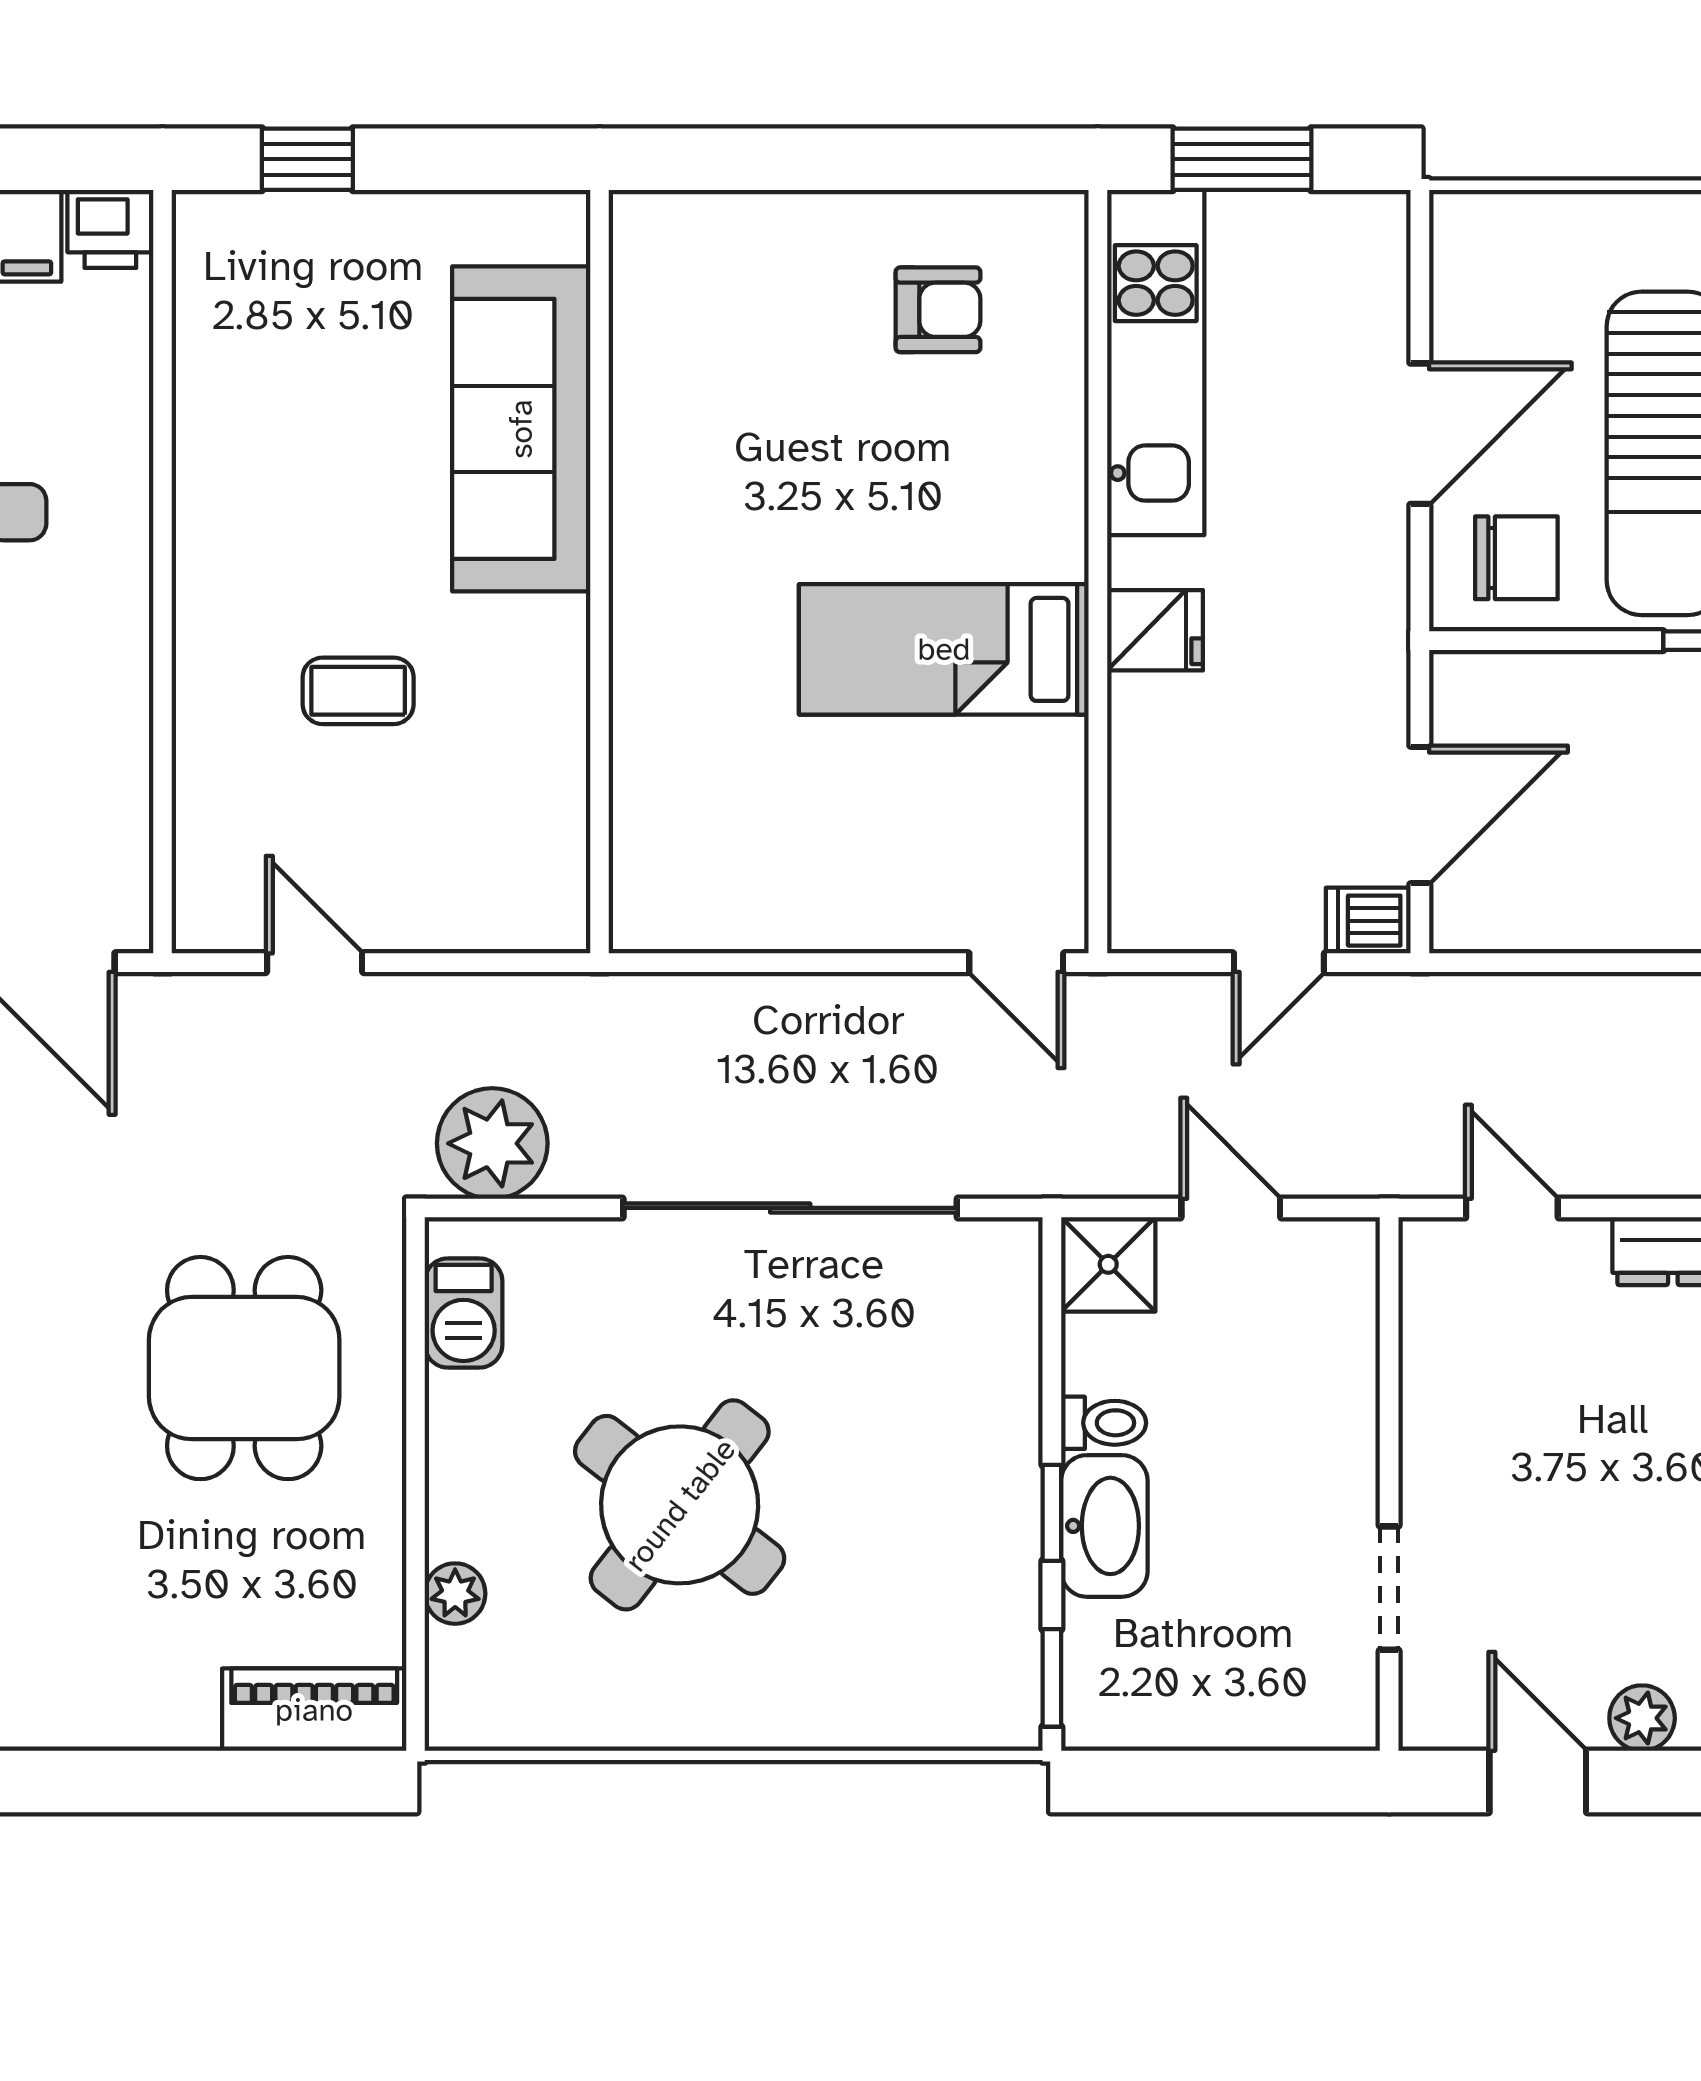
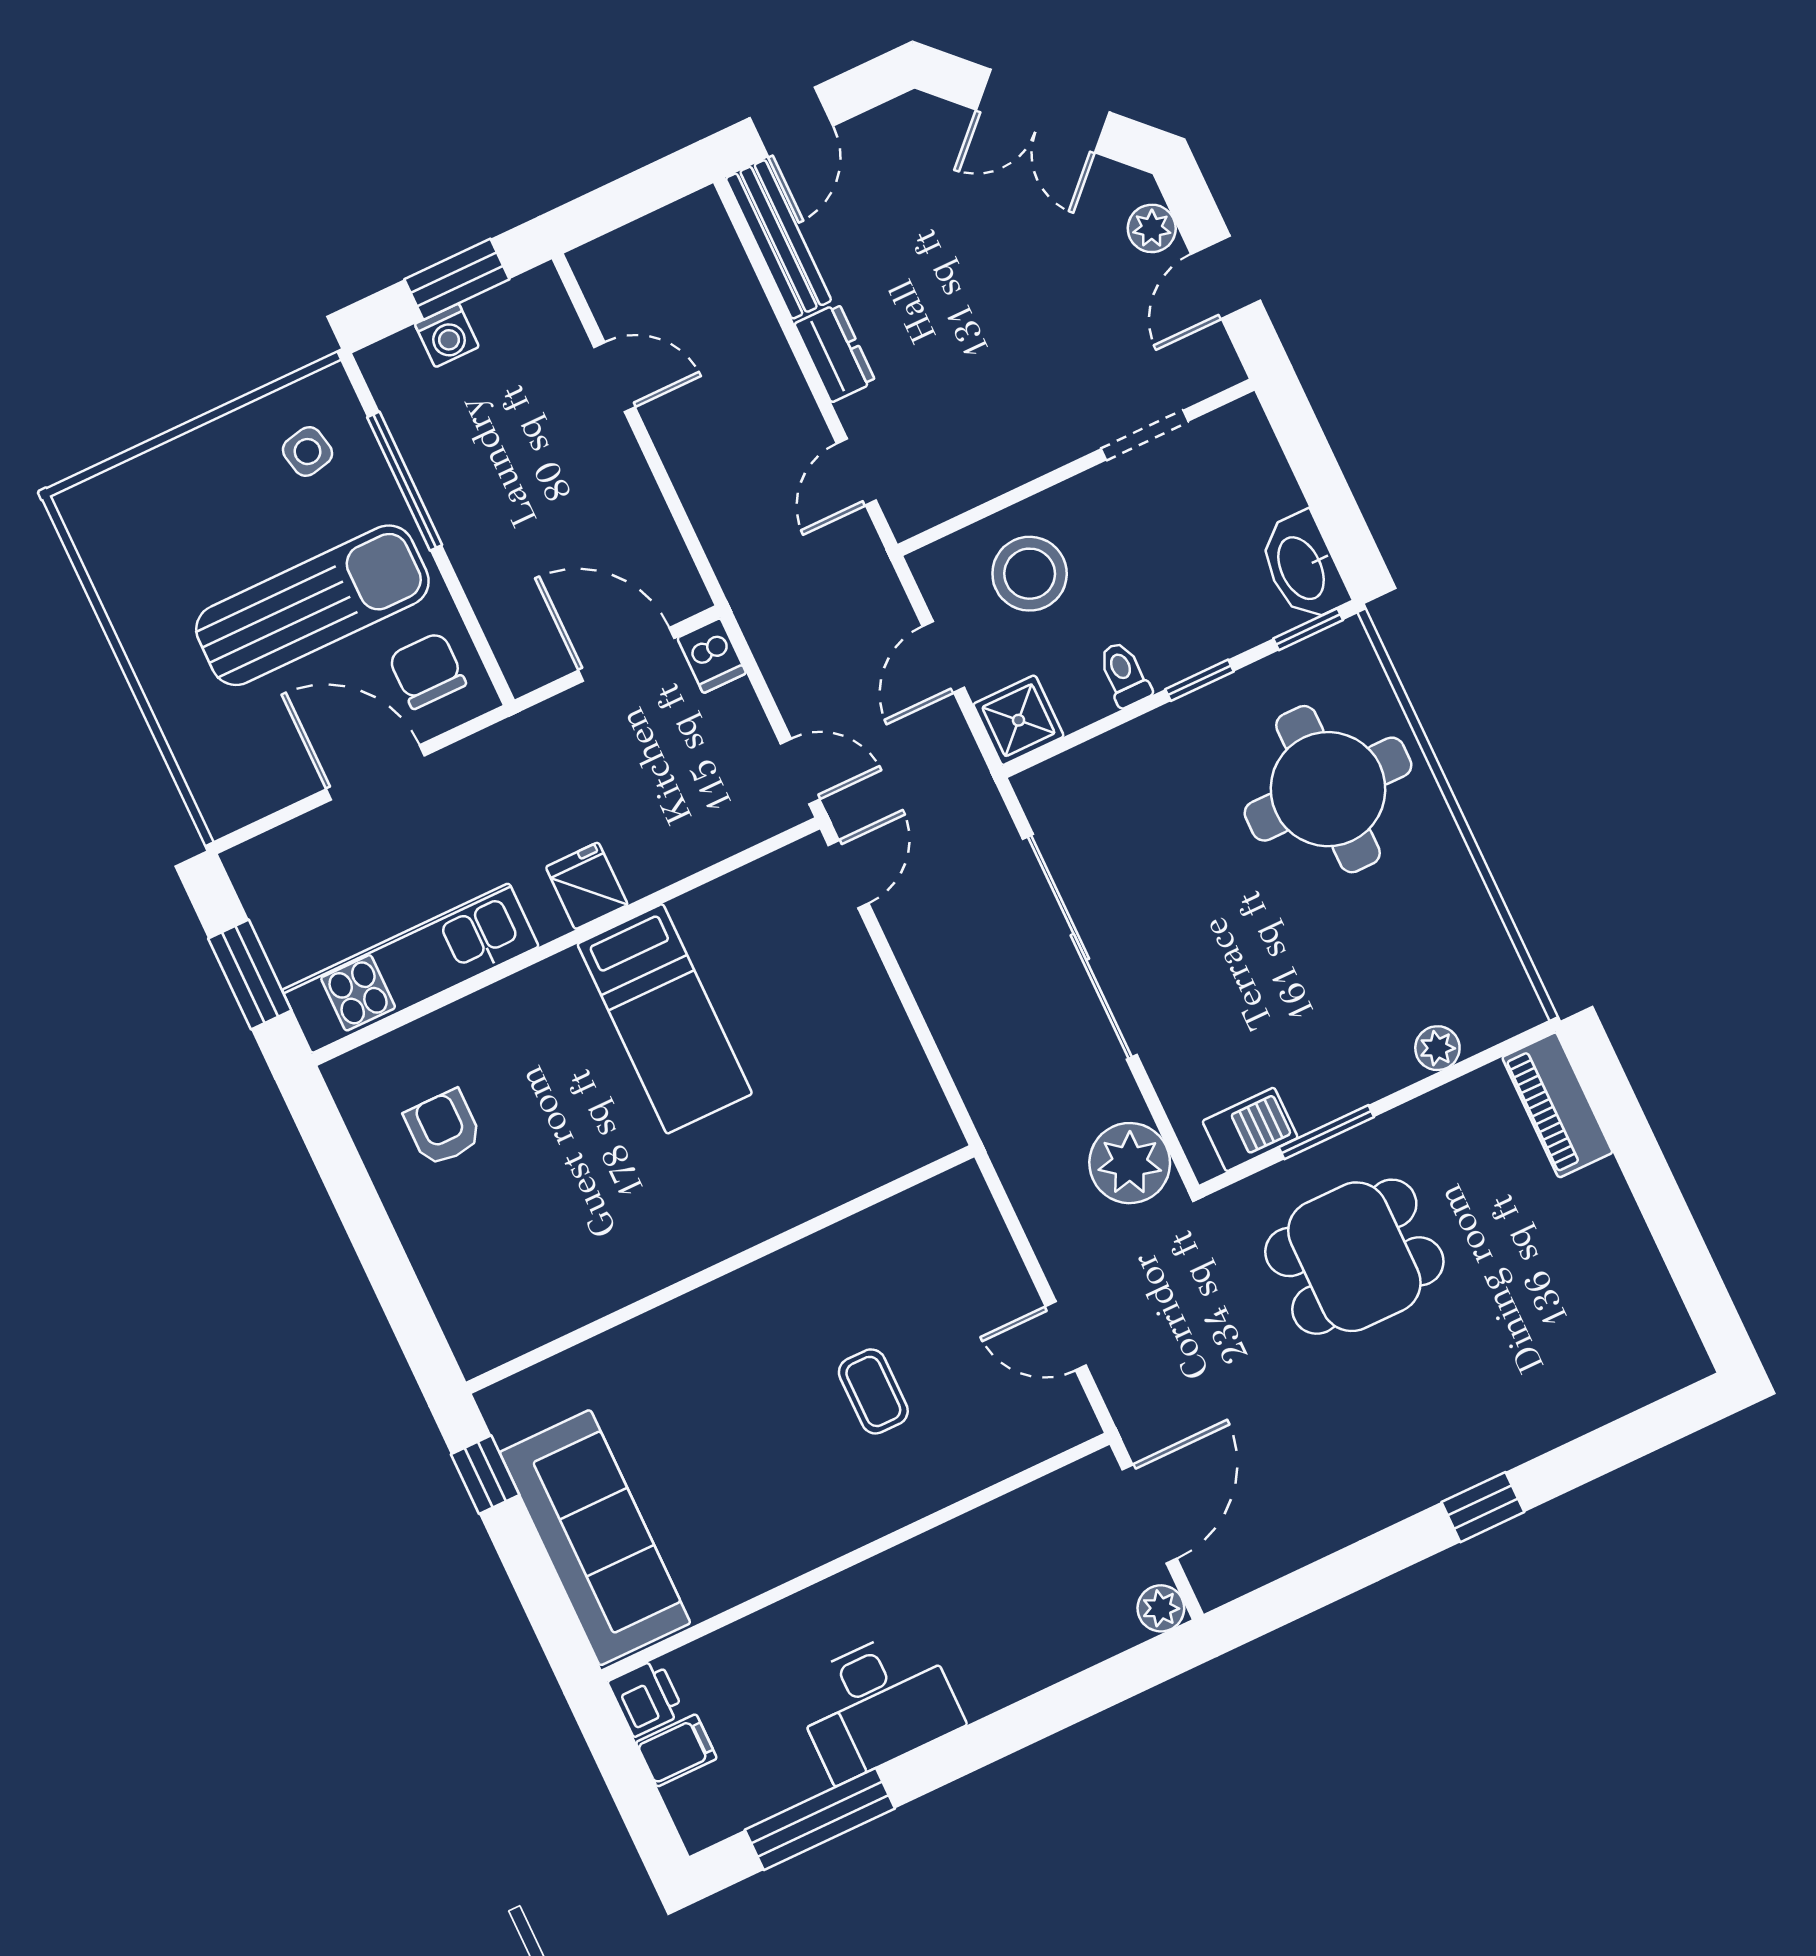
window: (307, 159) -> (485, 1475), moved
sofa: (521, 429) -> (595, 1538), moved, turned -90
door: (315, 963) -> (1066, 1336), hinge flipped
door: (1279, 963) -> (800, 771), moved
stool: (1284, 1364) -> (1030, 574), added
window: (416, 1406) -> (1326, 1132), added
round table: (680, 1505) -> (1328, 789), moved, turned -38
washbasin: (1104, 1526) -> (1303, 567), moved, turned -90

